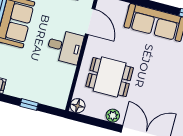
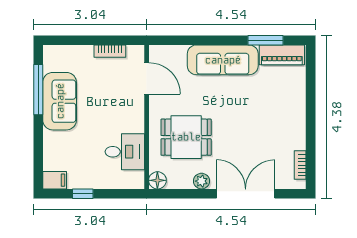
desk: (65, 47) -> (125, 152), moved
window: (29, 105) -> (83, 194), moved

